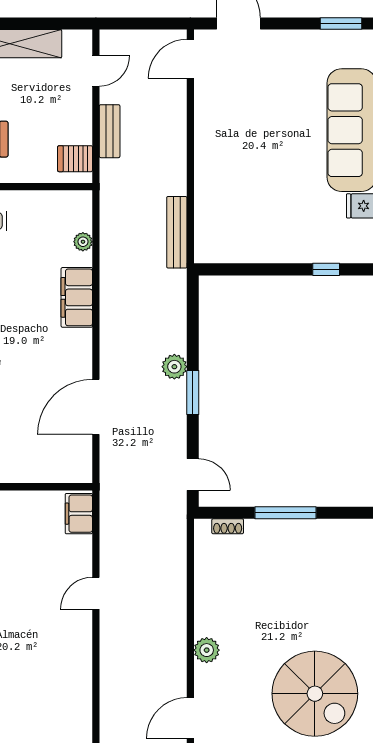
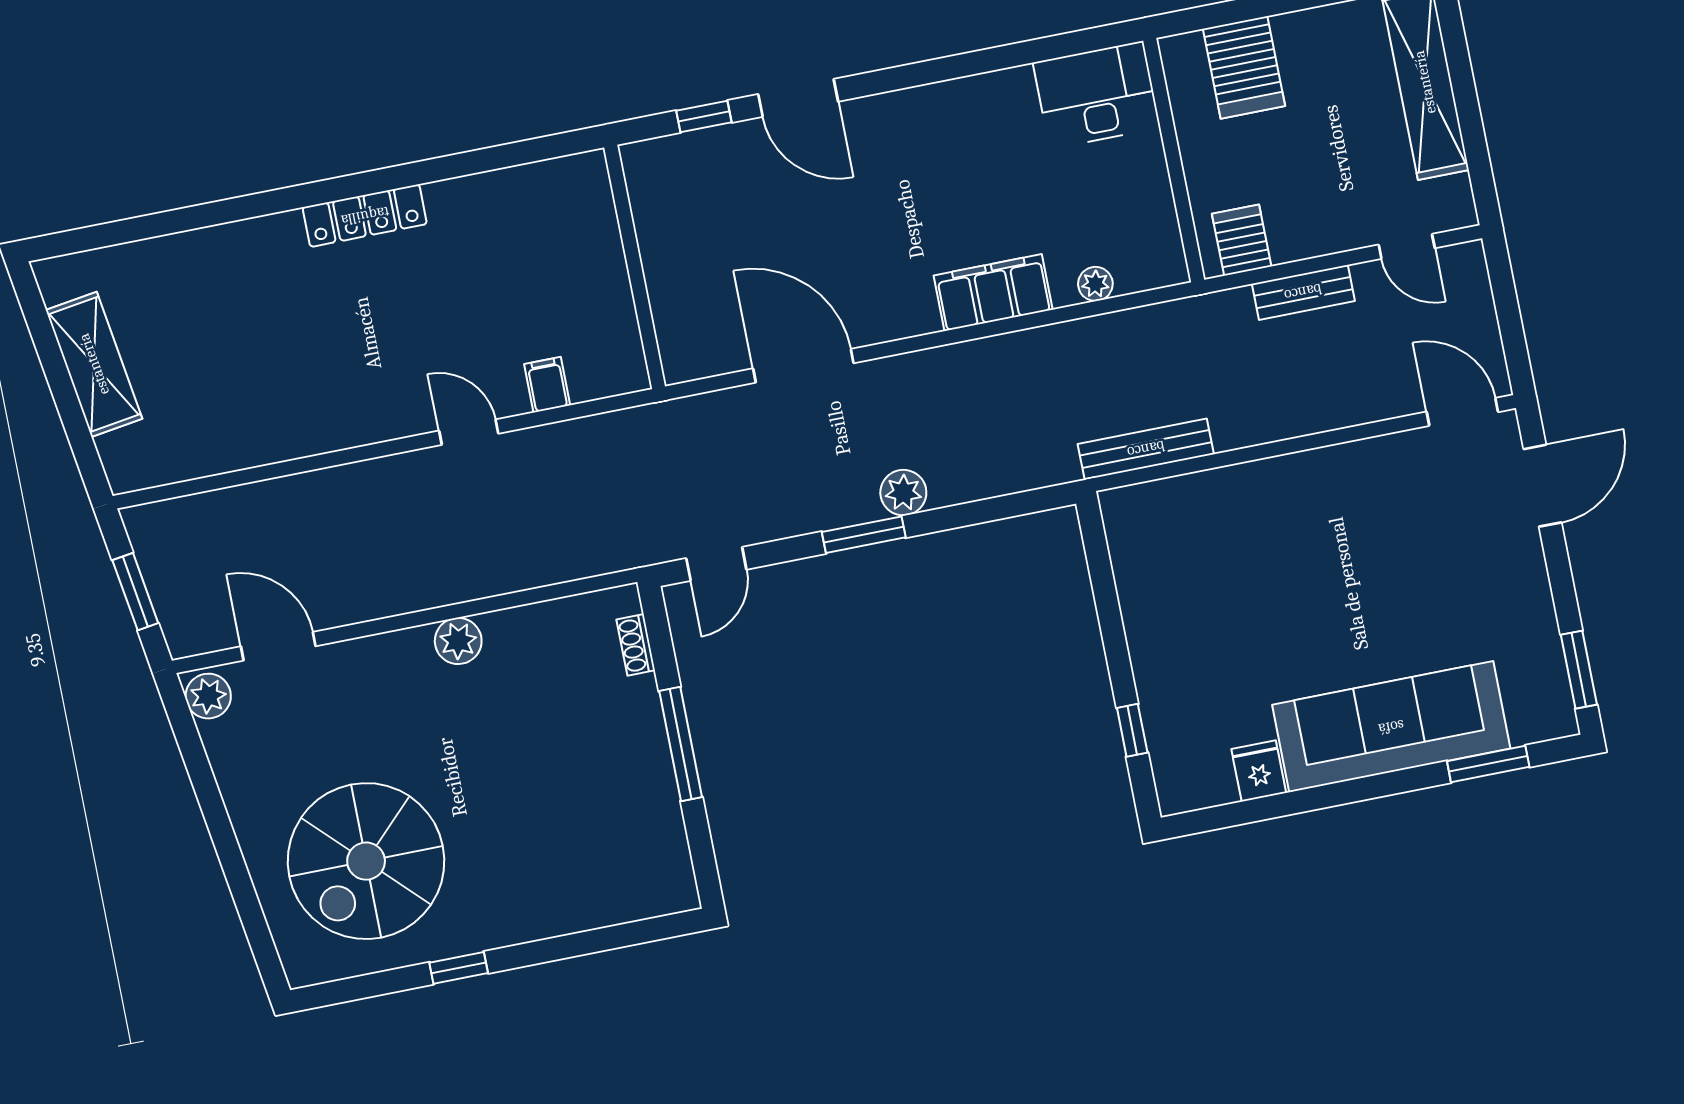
filing cabinet: (79, 514) -> (547, 385), moved, width x0.50
plant: (207, 650) -> (458, 641), moved

